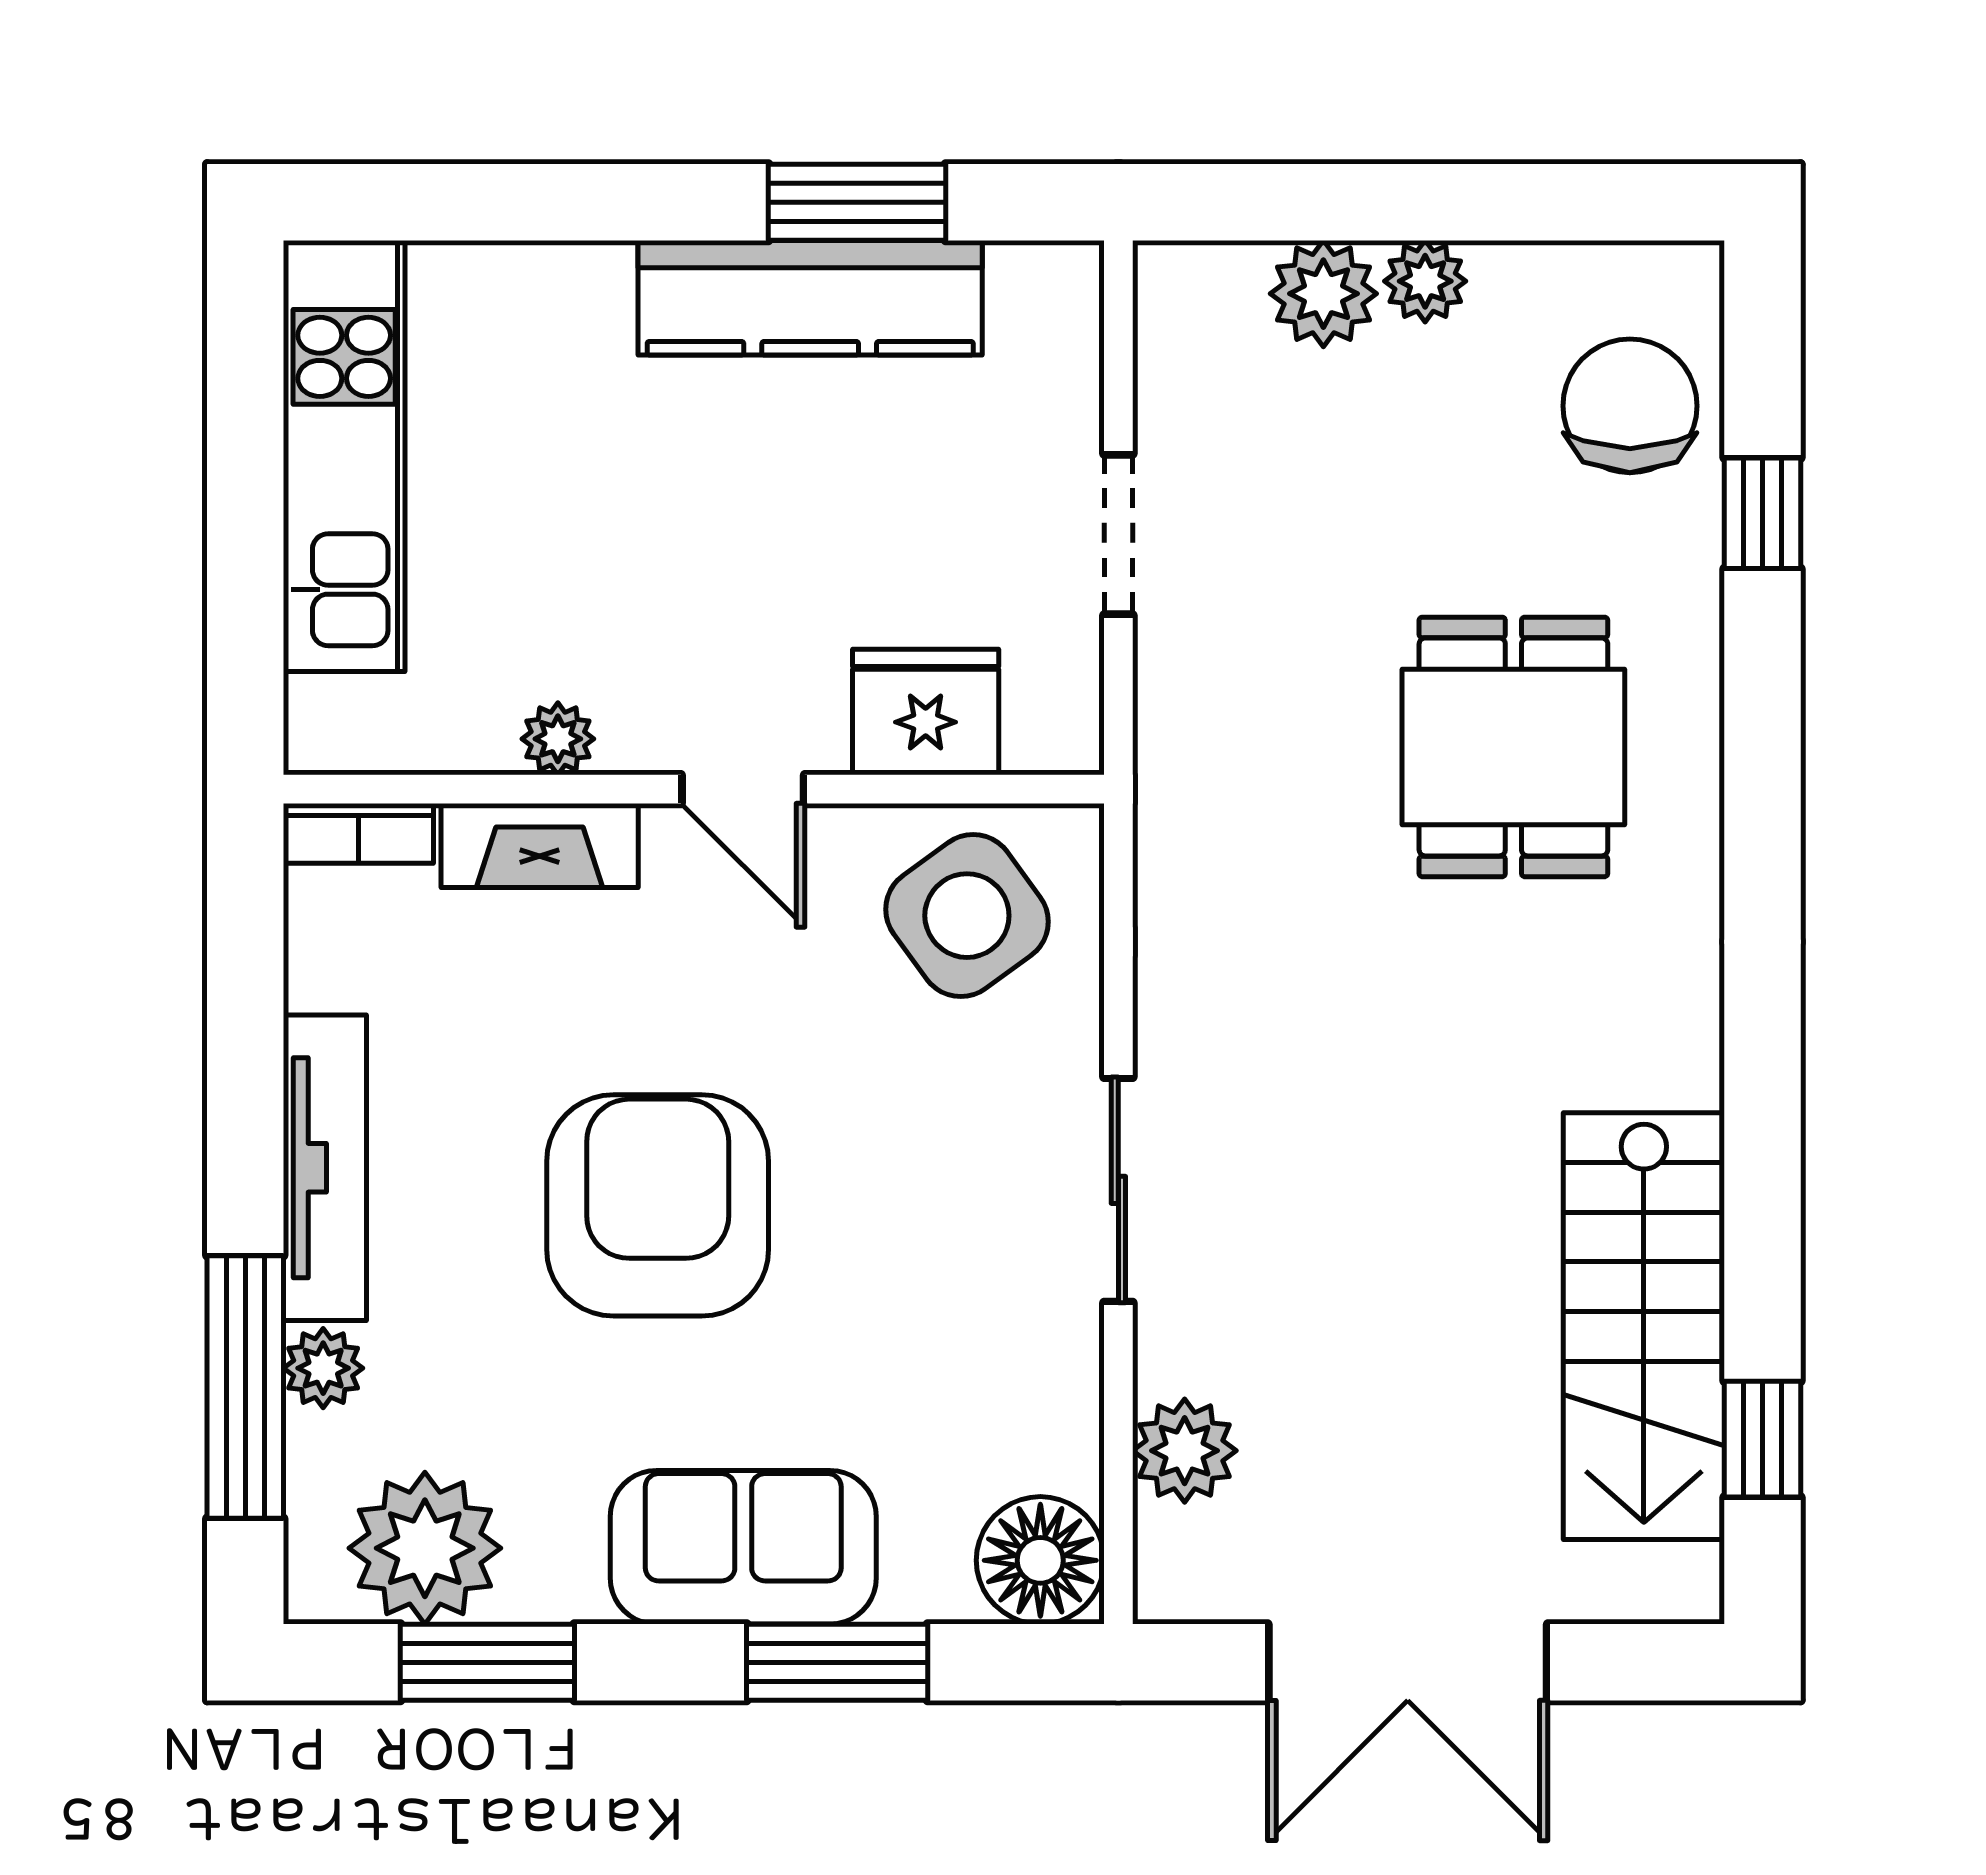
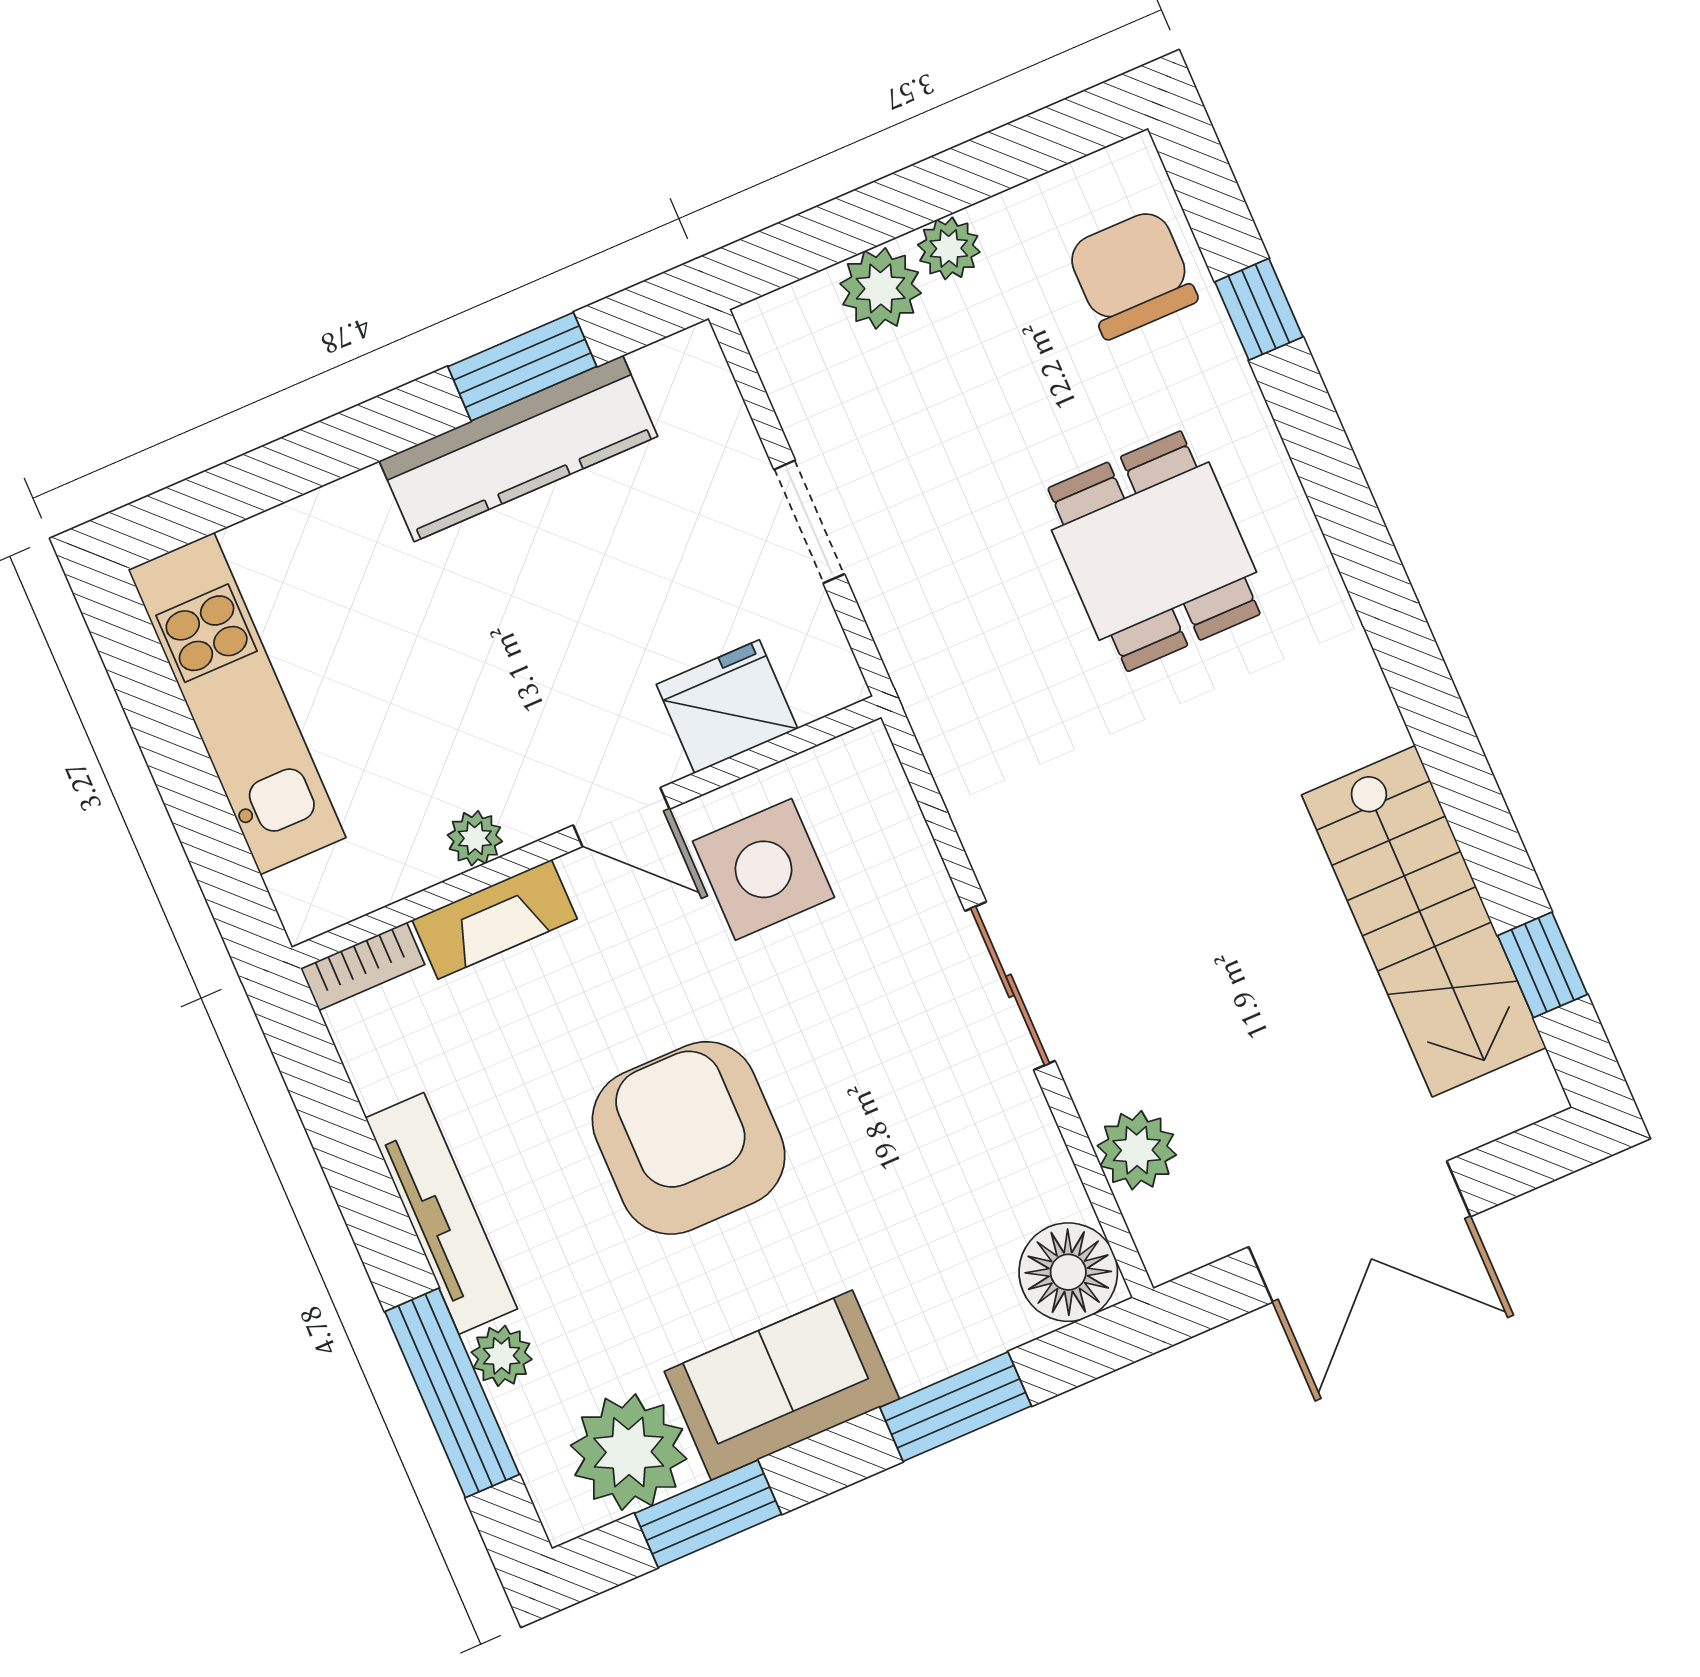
side table: (967, 916) -> (763, 869), moved, turned 36
sofa: (743, 1547) -> (782, 1385), moved

